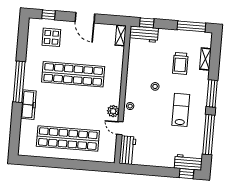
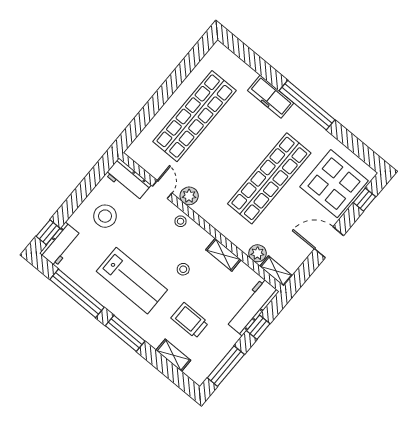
window: (147, 23) -> (258, 327), moved
workbench: (144, 34) -> (252, 307), width x1.38
display table: (51, 37) -> (334, 184), width x1.86, depth x1.86
plant: (118, 52) -> (257, 253), added
shelving: (132, 70) -> (223, 255), added
lab bench: (181, 110) -> (132, 281), width x1.36, depth x1.39
door: (120, 128) -> (162, 190), hinge flipped
stool: (156, 149) -> (105, 216), added

